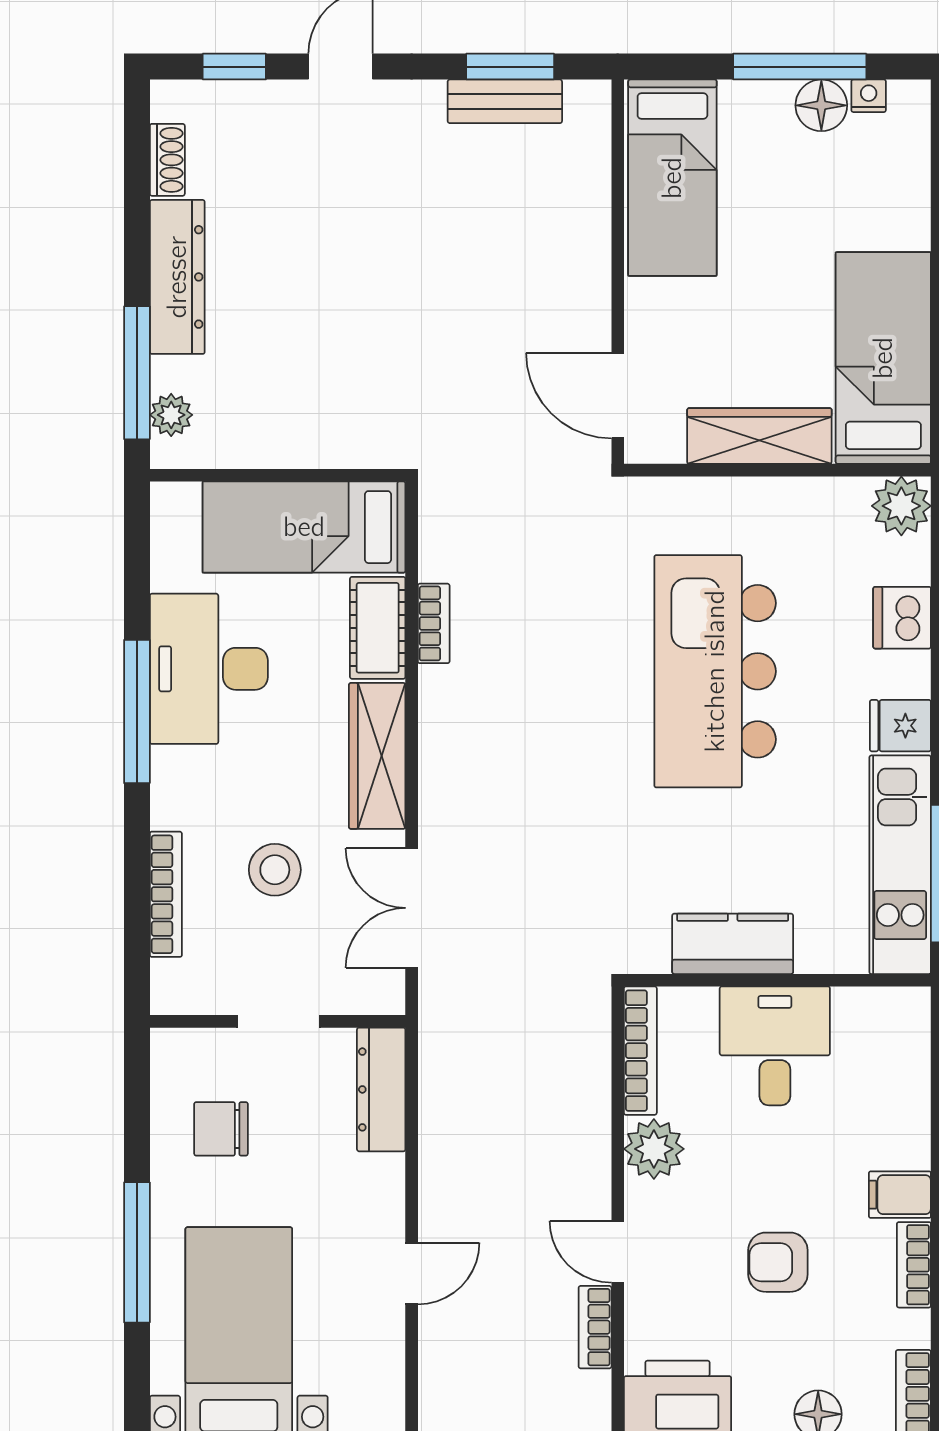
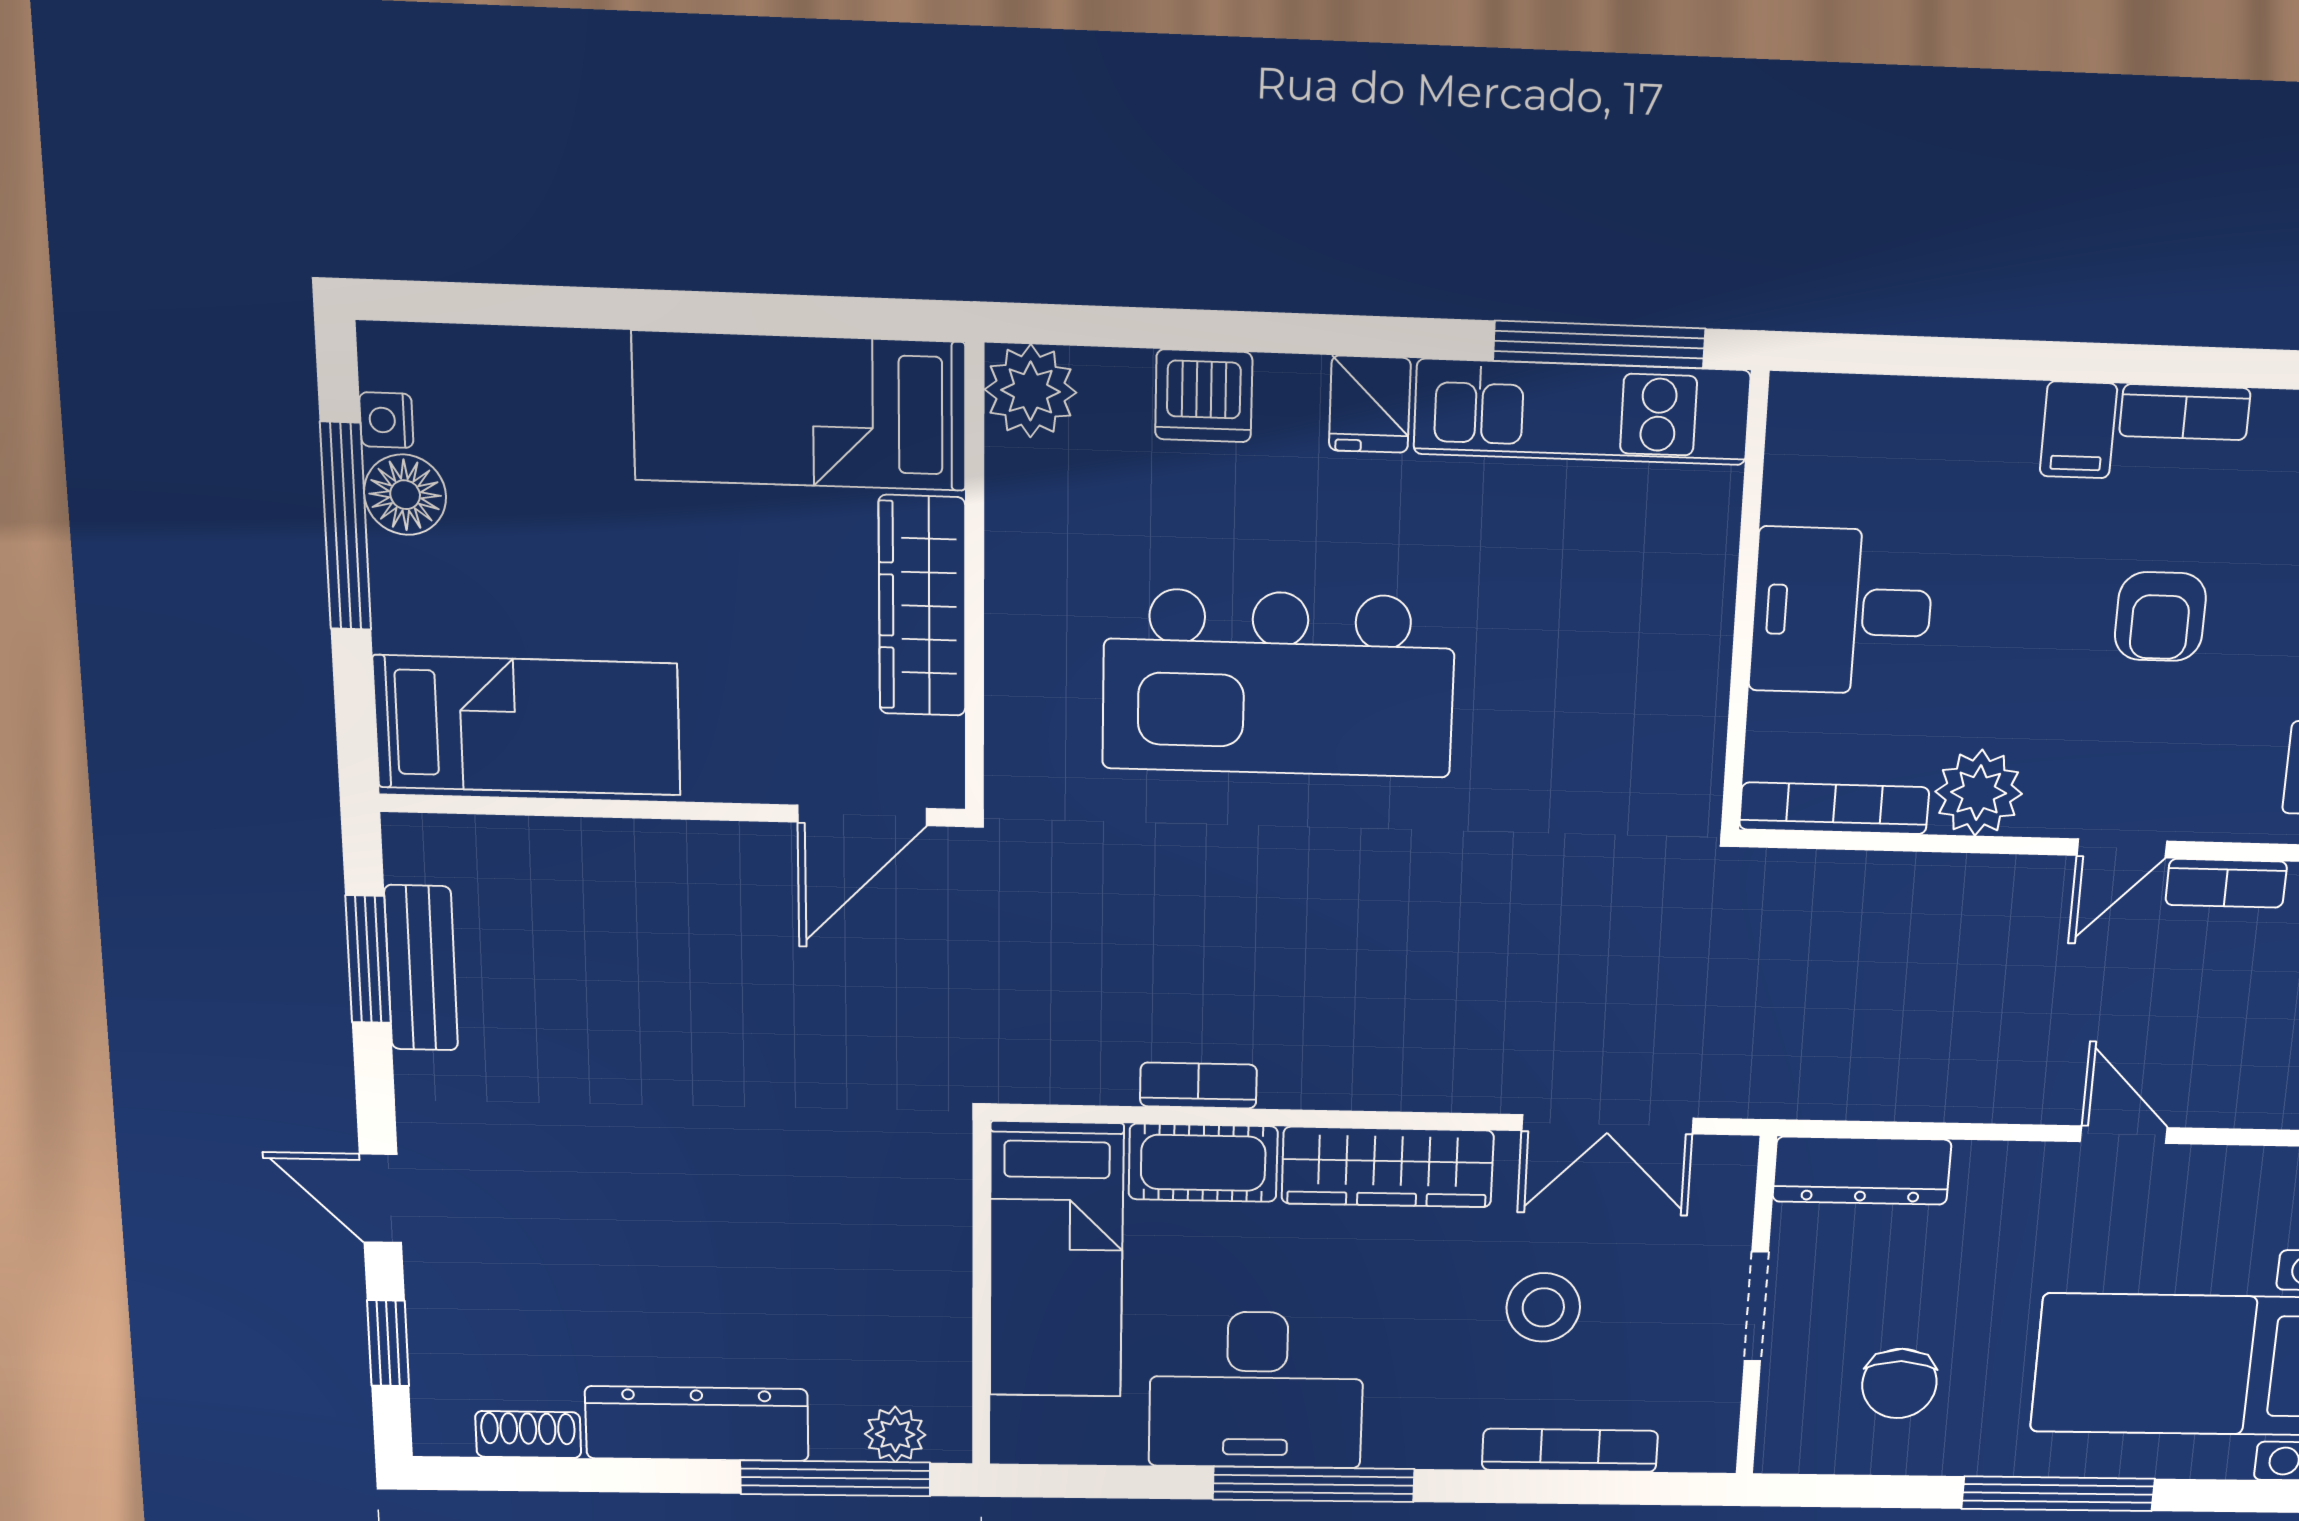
kitchen counter: (733, 944) -> (1687, 669), removed

